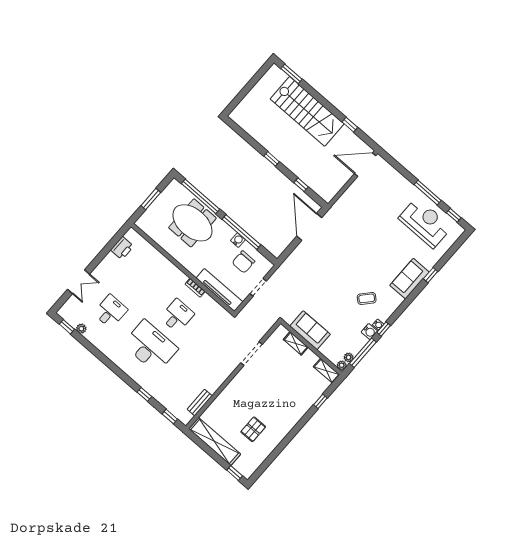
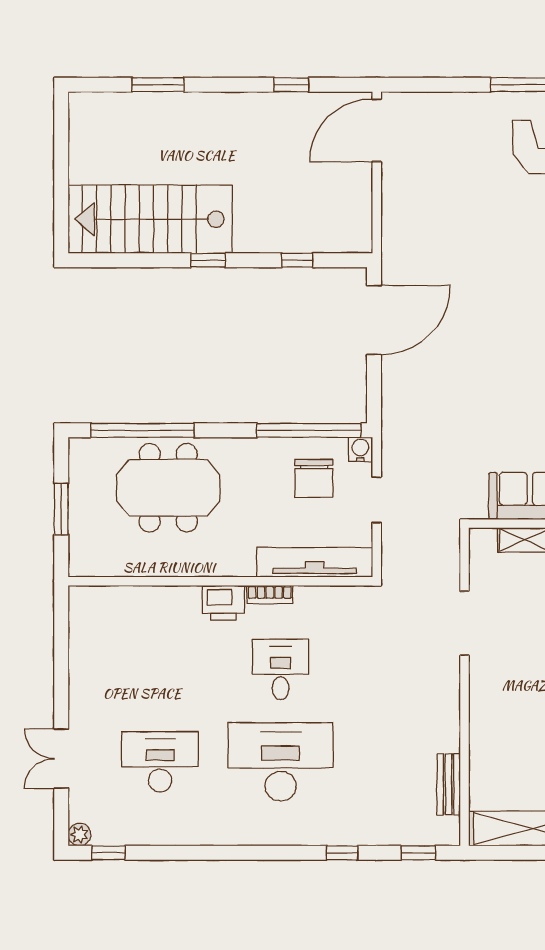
window: (292, 74) -> (158, 85), moved
stairs: (307, 111) -> (150, 219), moved, turned 180
door: (309, 227) -> (374, 320), swing flipped
window: (241, 232) -> (309, 430), moved
water cooler: (238, 240) -> (360, 449), moved
printer: (122, 248) -> (223, 603), moved, turned 90
double door: (79, 282) -> (61, 759), swing flipped
desk: (110, 311) -> (160, 762), width x1.37
plant: (81, 329) -> (79, 835), moved

